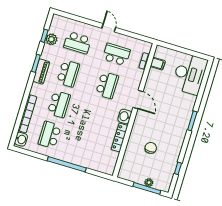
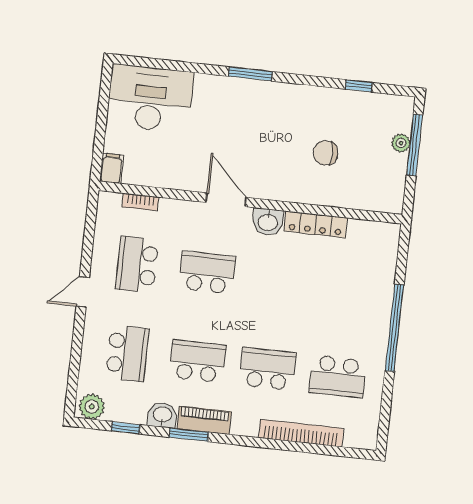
plant: (51, 39) -> (92, 407), moved
filing cabinet: (158, 64) -> (112, 168), moved
door: (138, 100) -> (226, 200), hinge flipped
washbasin: (21, 139) -> (162, 415), moved

